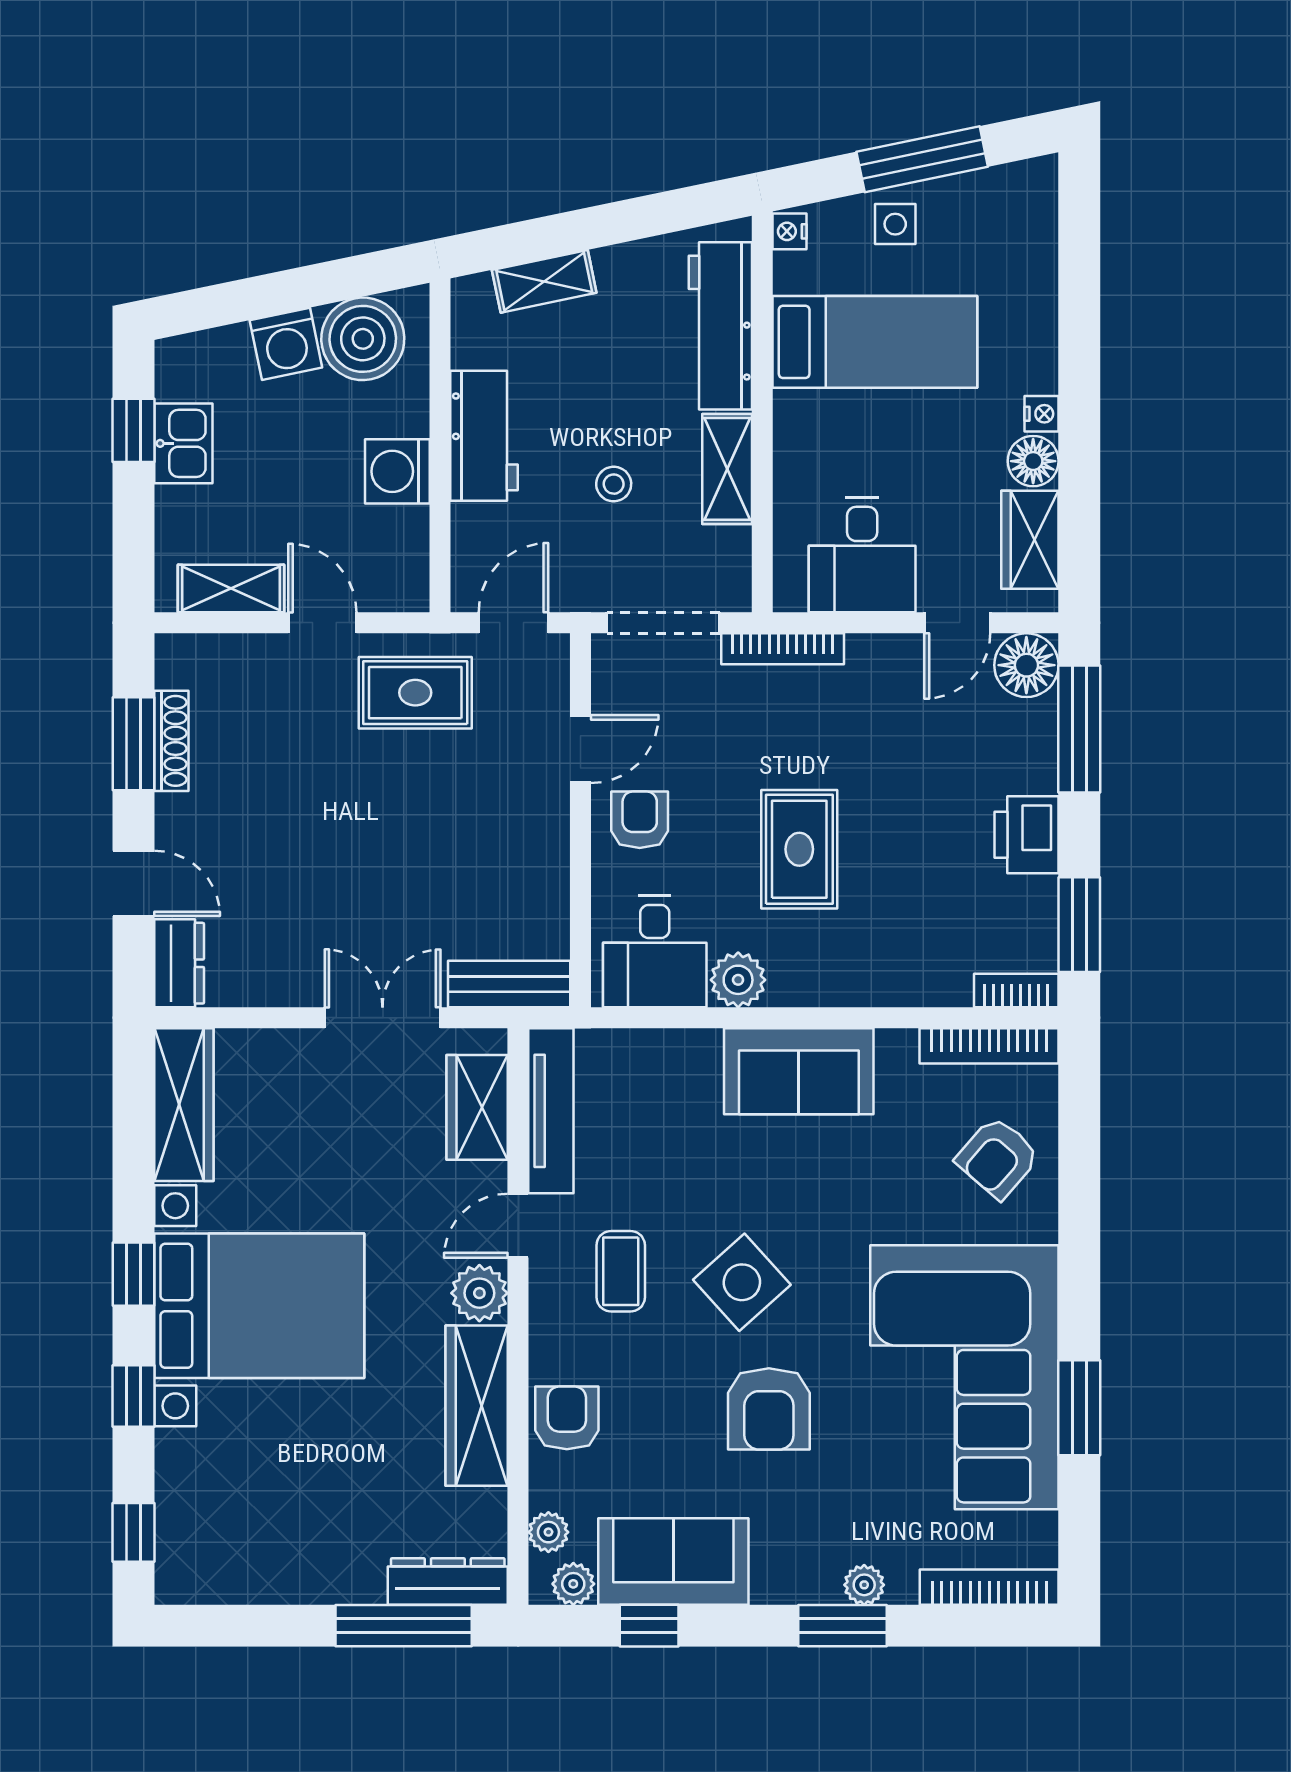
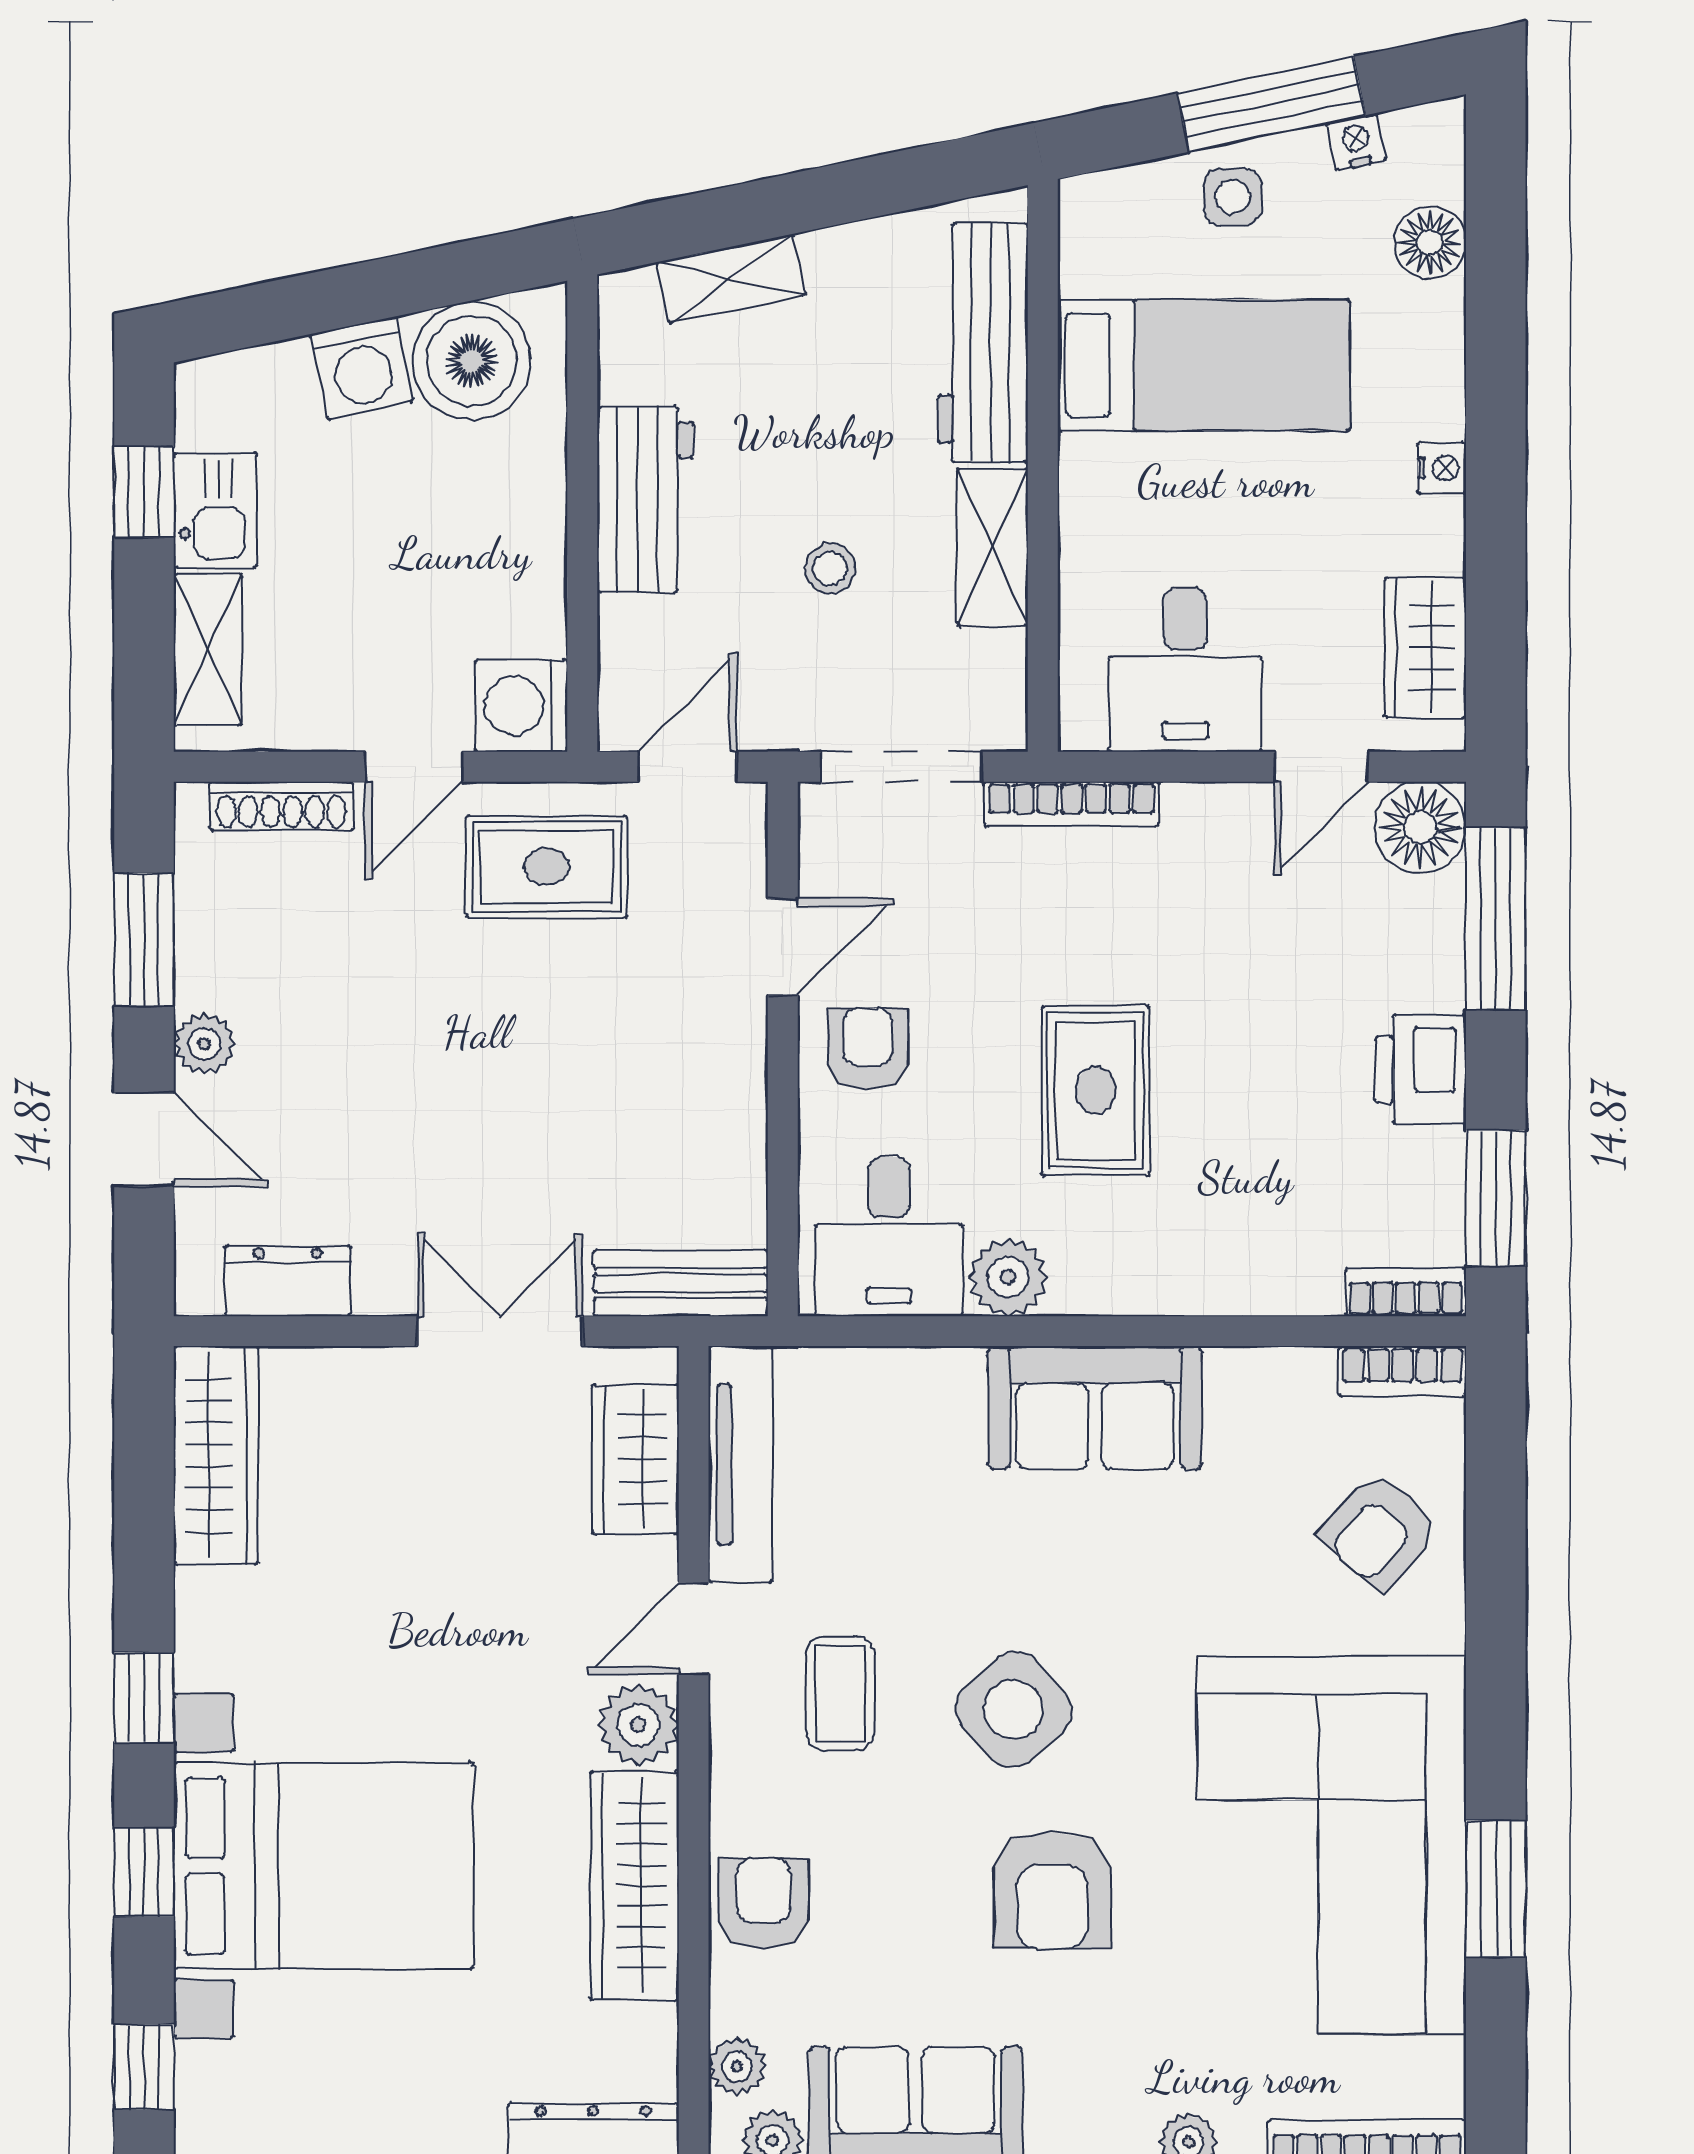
nightstand: (790, 231) -> (1356, 142), moved, turned 78
floor lamp: (1033, 461) -> (1430, 242), moved
washing machine: (397, 471) -> (521, 706), moved
shelving: (231, 588) -> (208, 649), moved, turned 90
door: (322, 623) -> (414, 767), swing flipped
shoe rack: (171, 741) -> (281, 806), moved, turned 90
plant: (176, 817) -> (204, 1044), added
dresser: (179, 963) -> (288, 1281), moved, turned -90
bookcase: (989, 1046) -> (1403, 1371), width x0.64
bed with nightstands: (259, 1306) -> (324, 1866), moved

